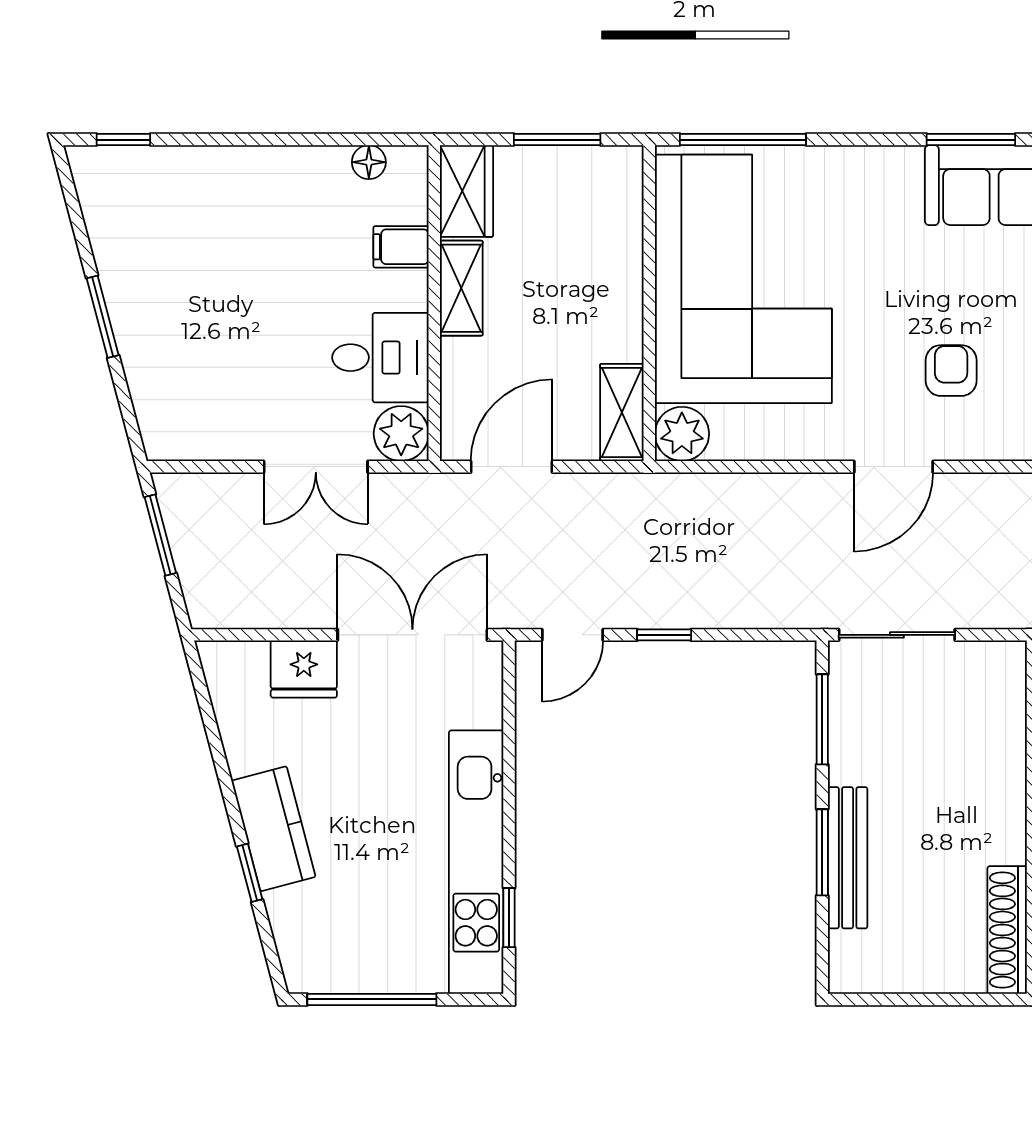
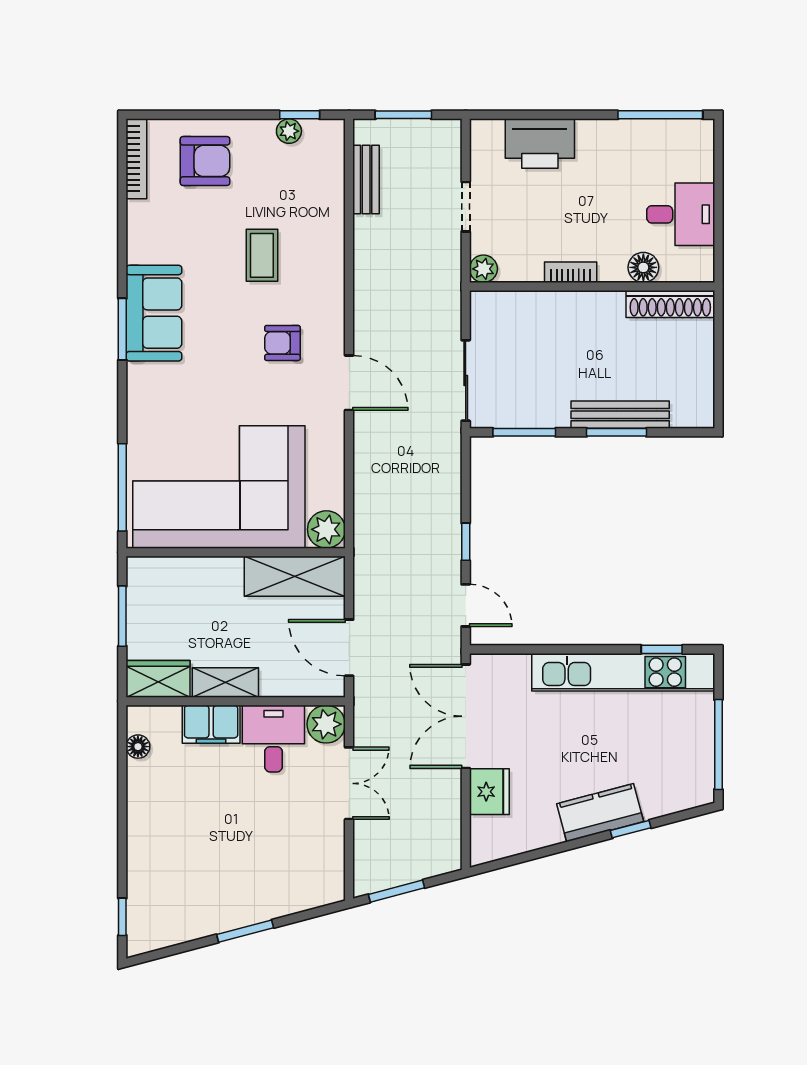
filing cabinet: (401, 247) -> (211, 724), width x2.00
shelving: (622, 412) -> (295, 576), width x1.50, depth x1.33

